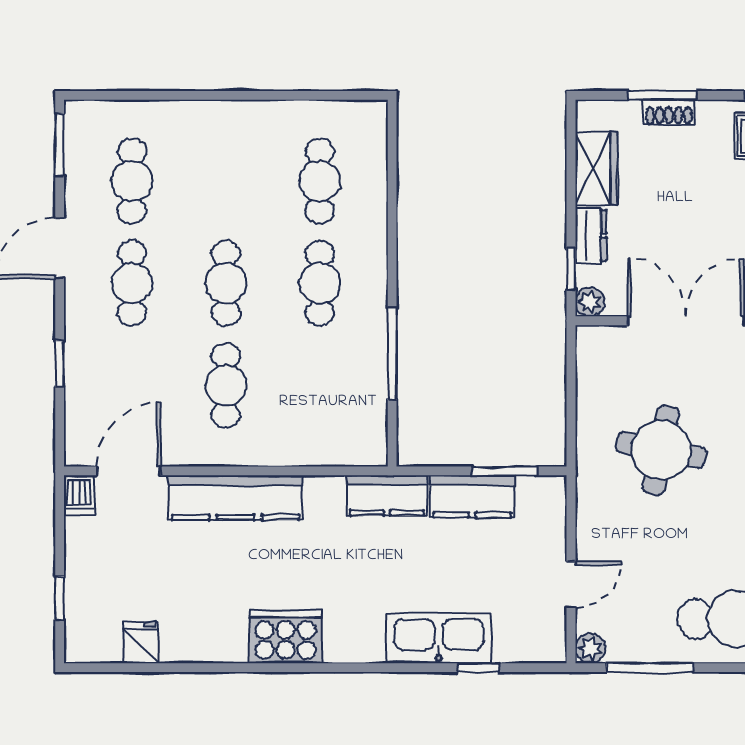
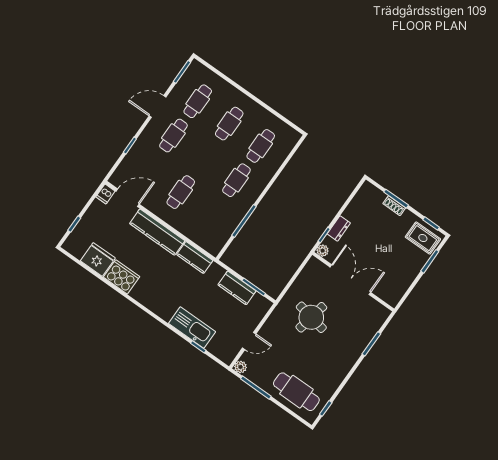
wardrobe: (596, 169) -> (356, 207), removed
cafe table: (226, 283) -> (229, 124), moved
kitchen counter: (387, 495) -> (195, 257), moved
cooker: (286, 637) -> (122, 277), moved
fridge: (141, 643) -> (98, 259), width x1.88, depth x1.34

